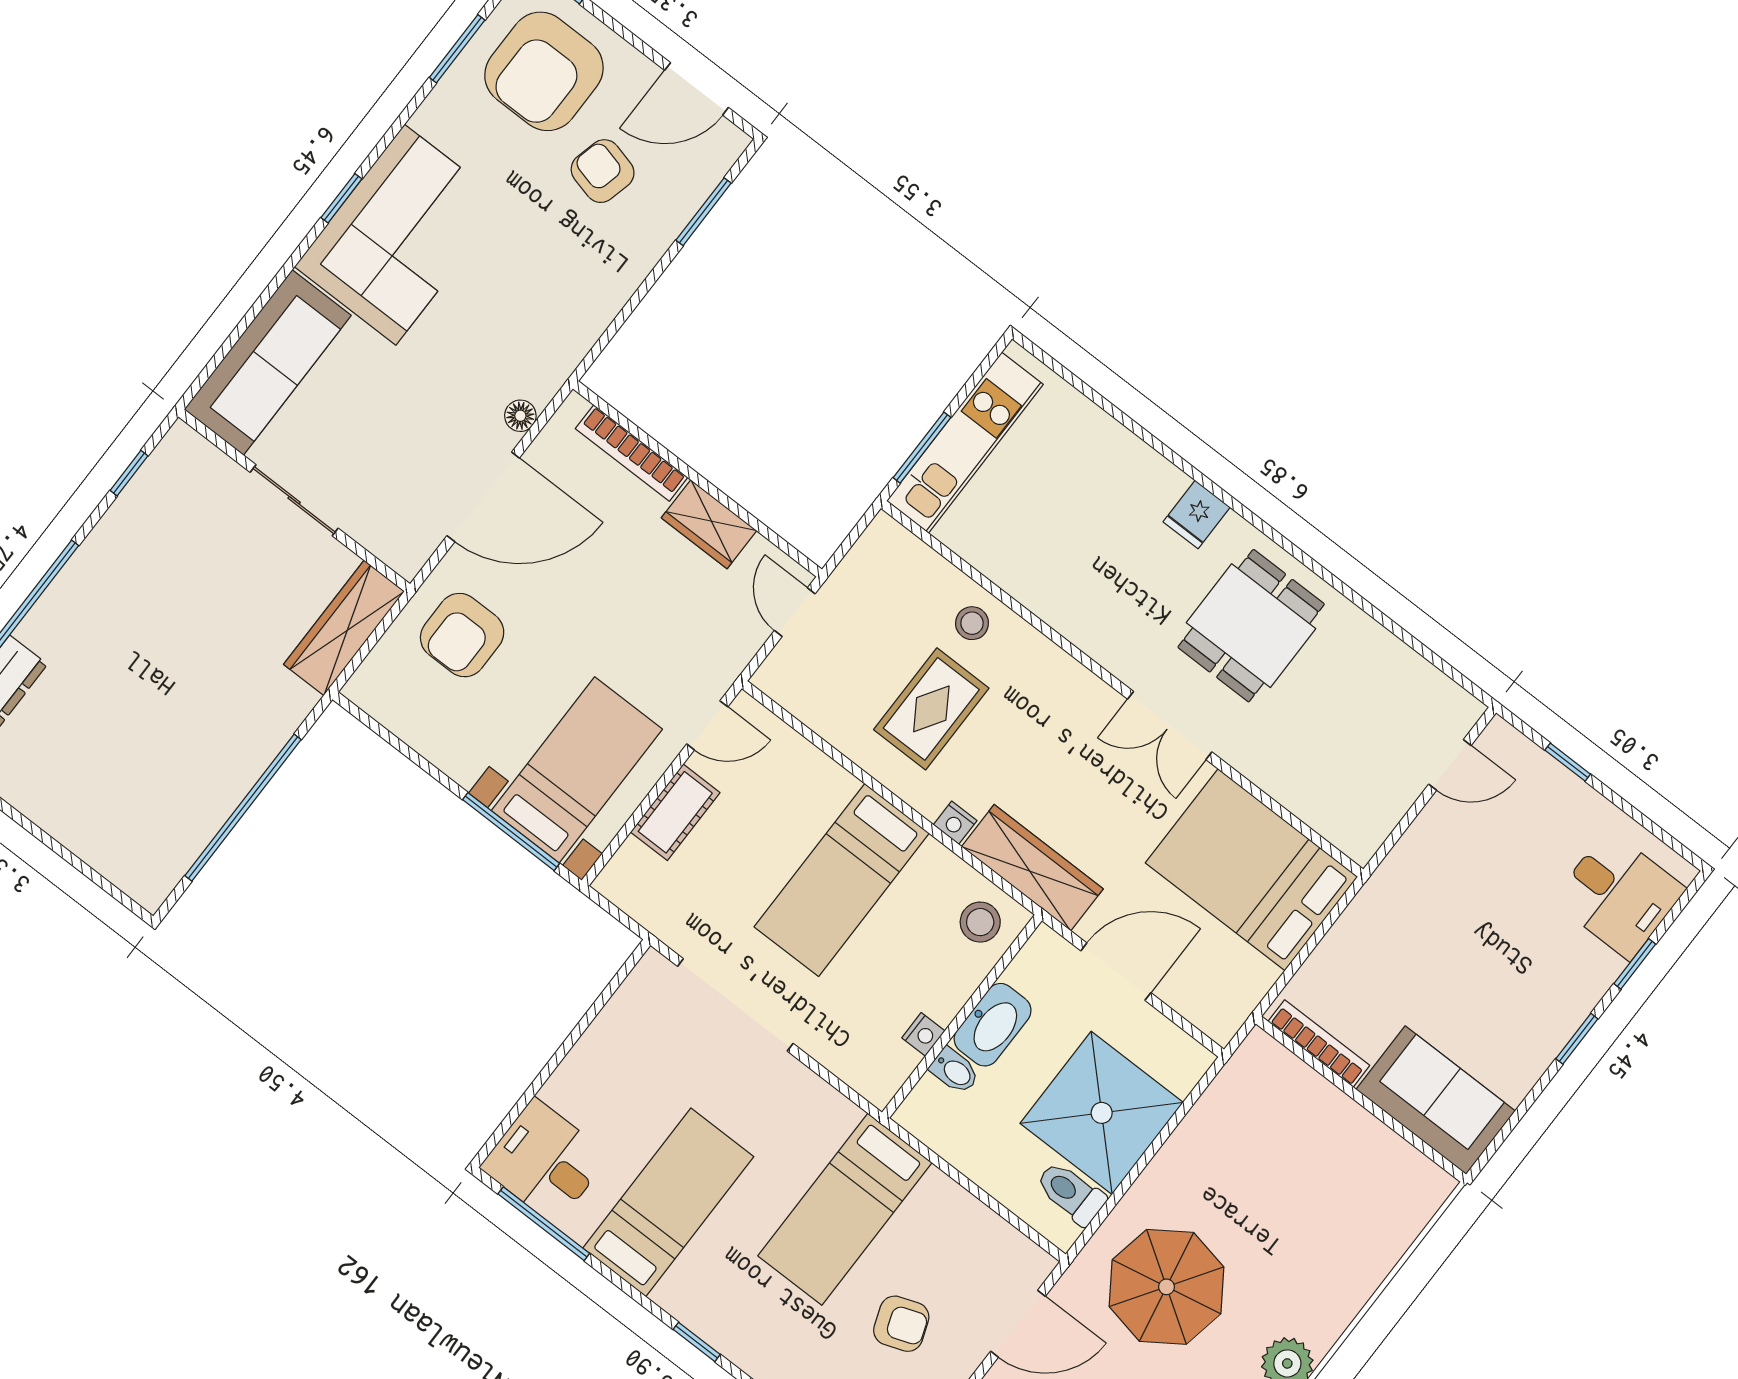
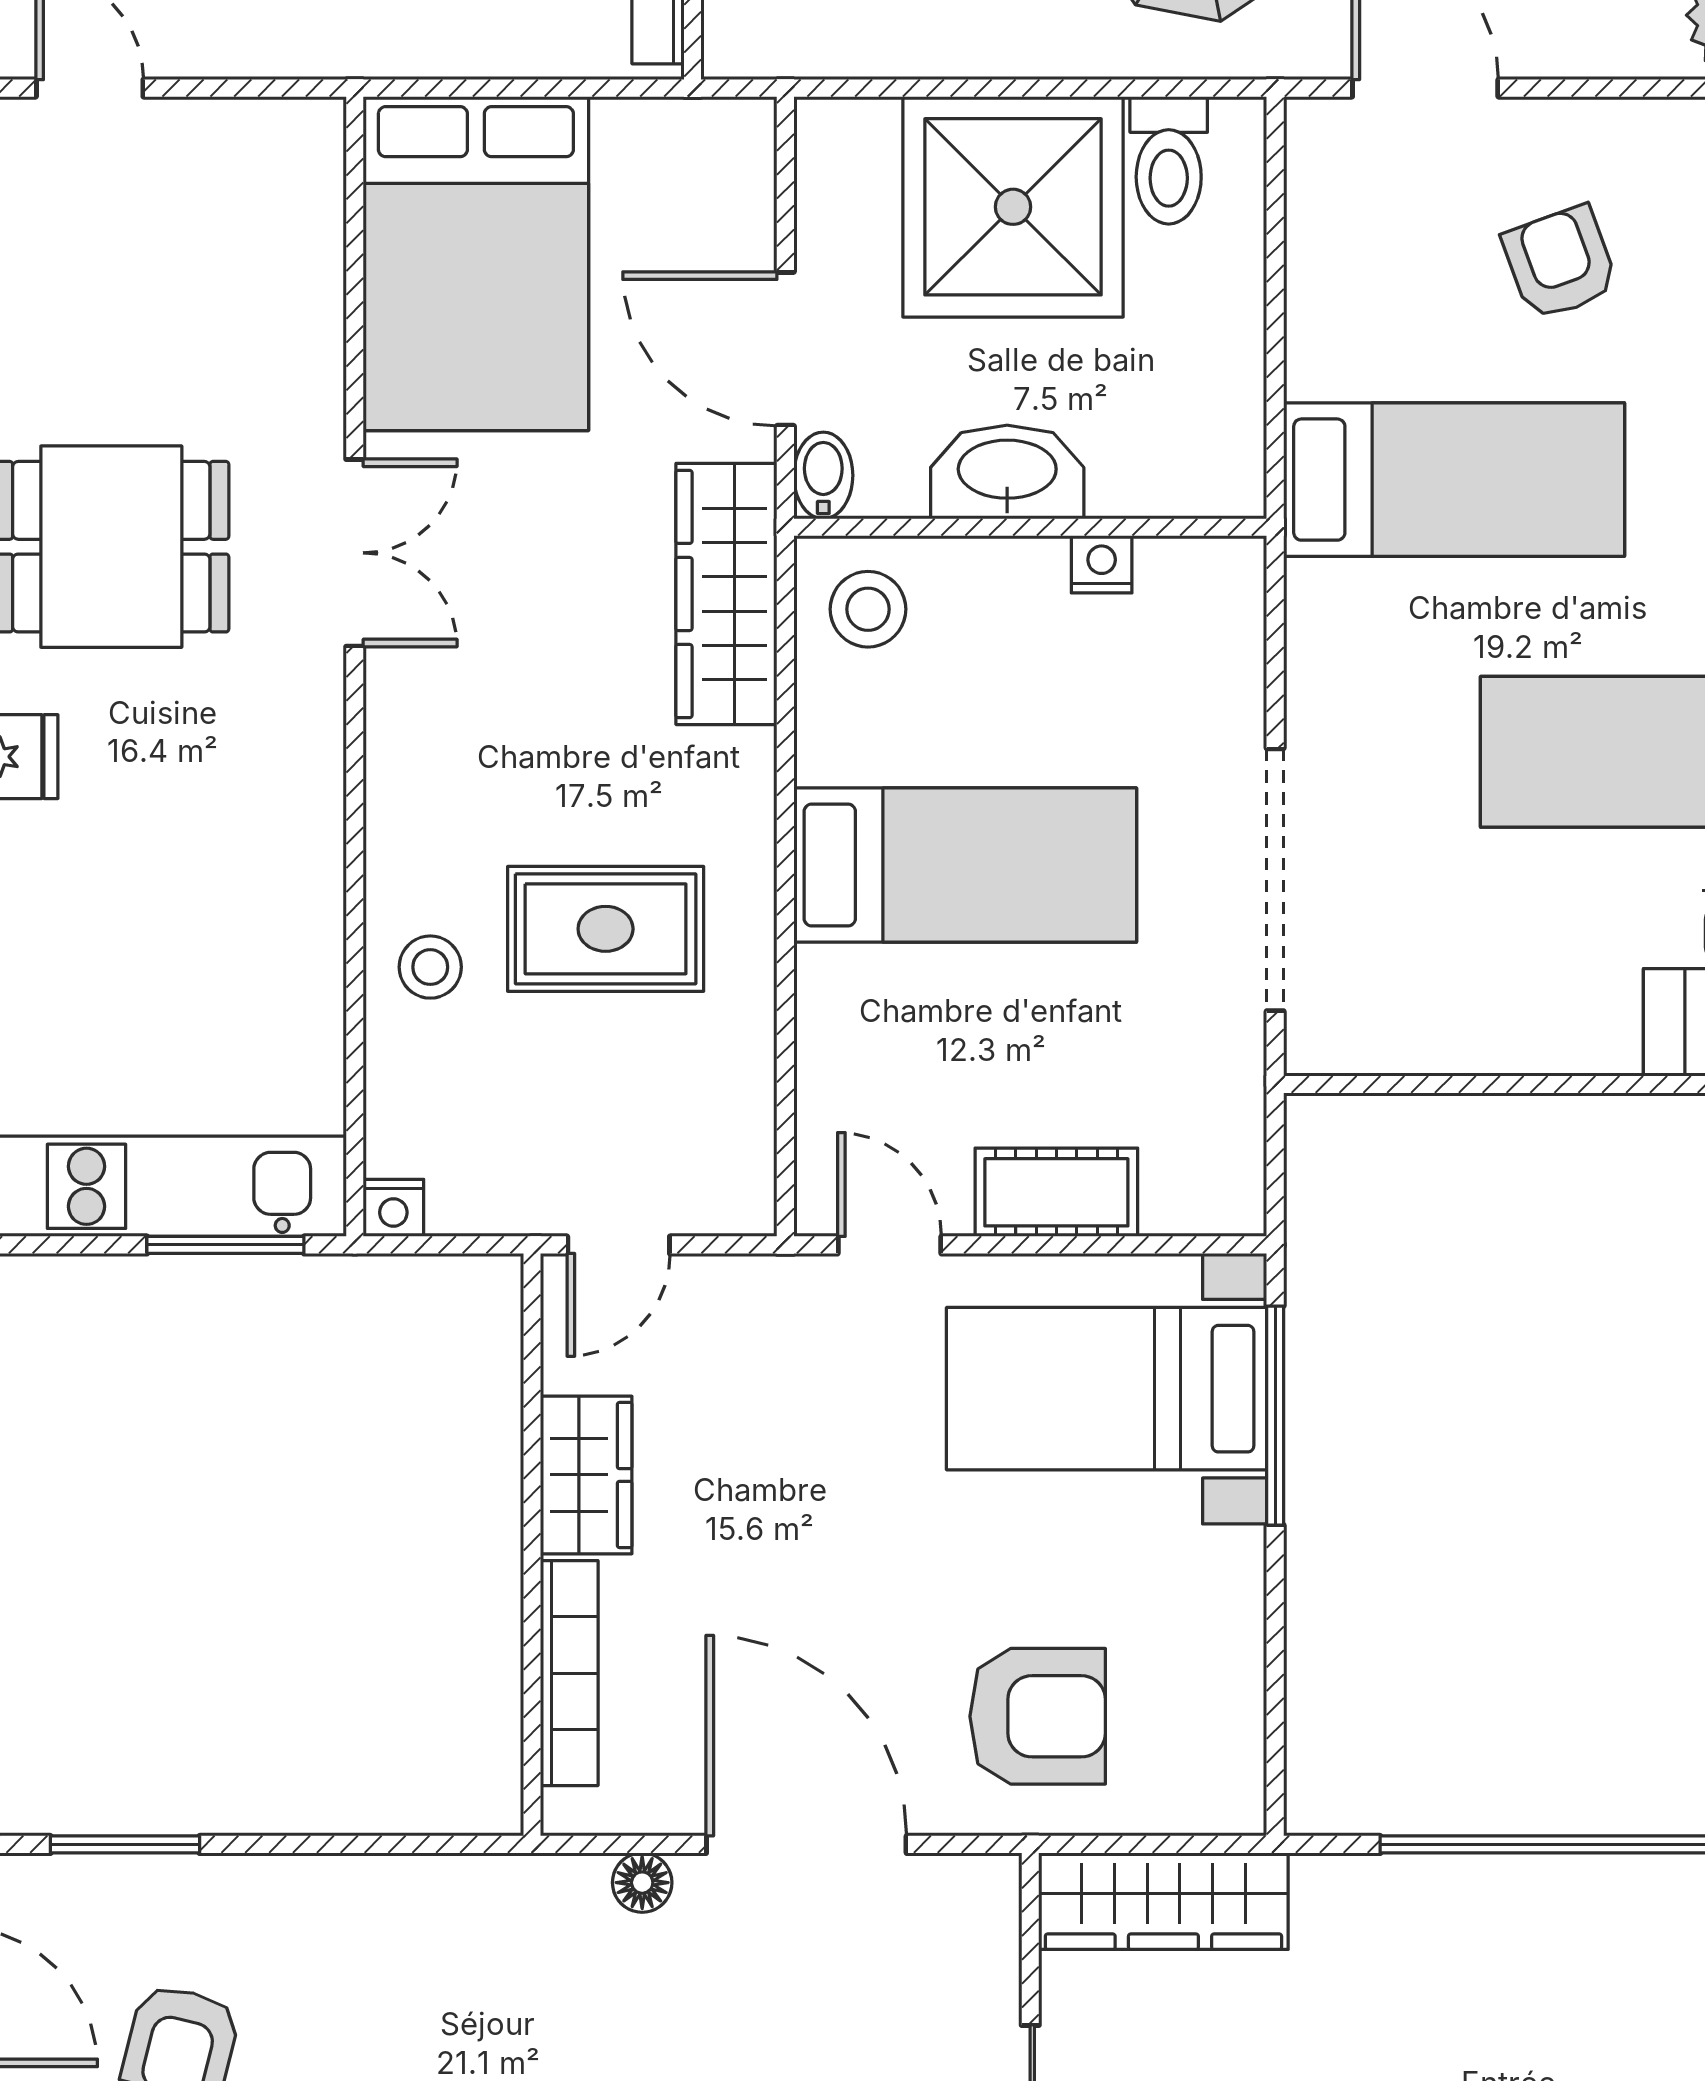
nightstand: (955, 823) -> (393, 1208), moved, turned 90
bidet: (955, 1071) -> (823, 475), moved

